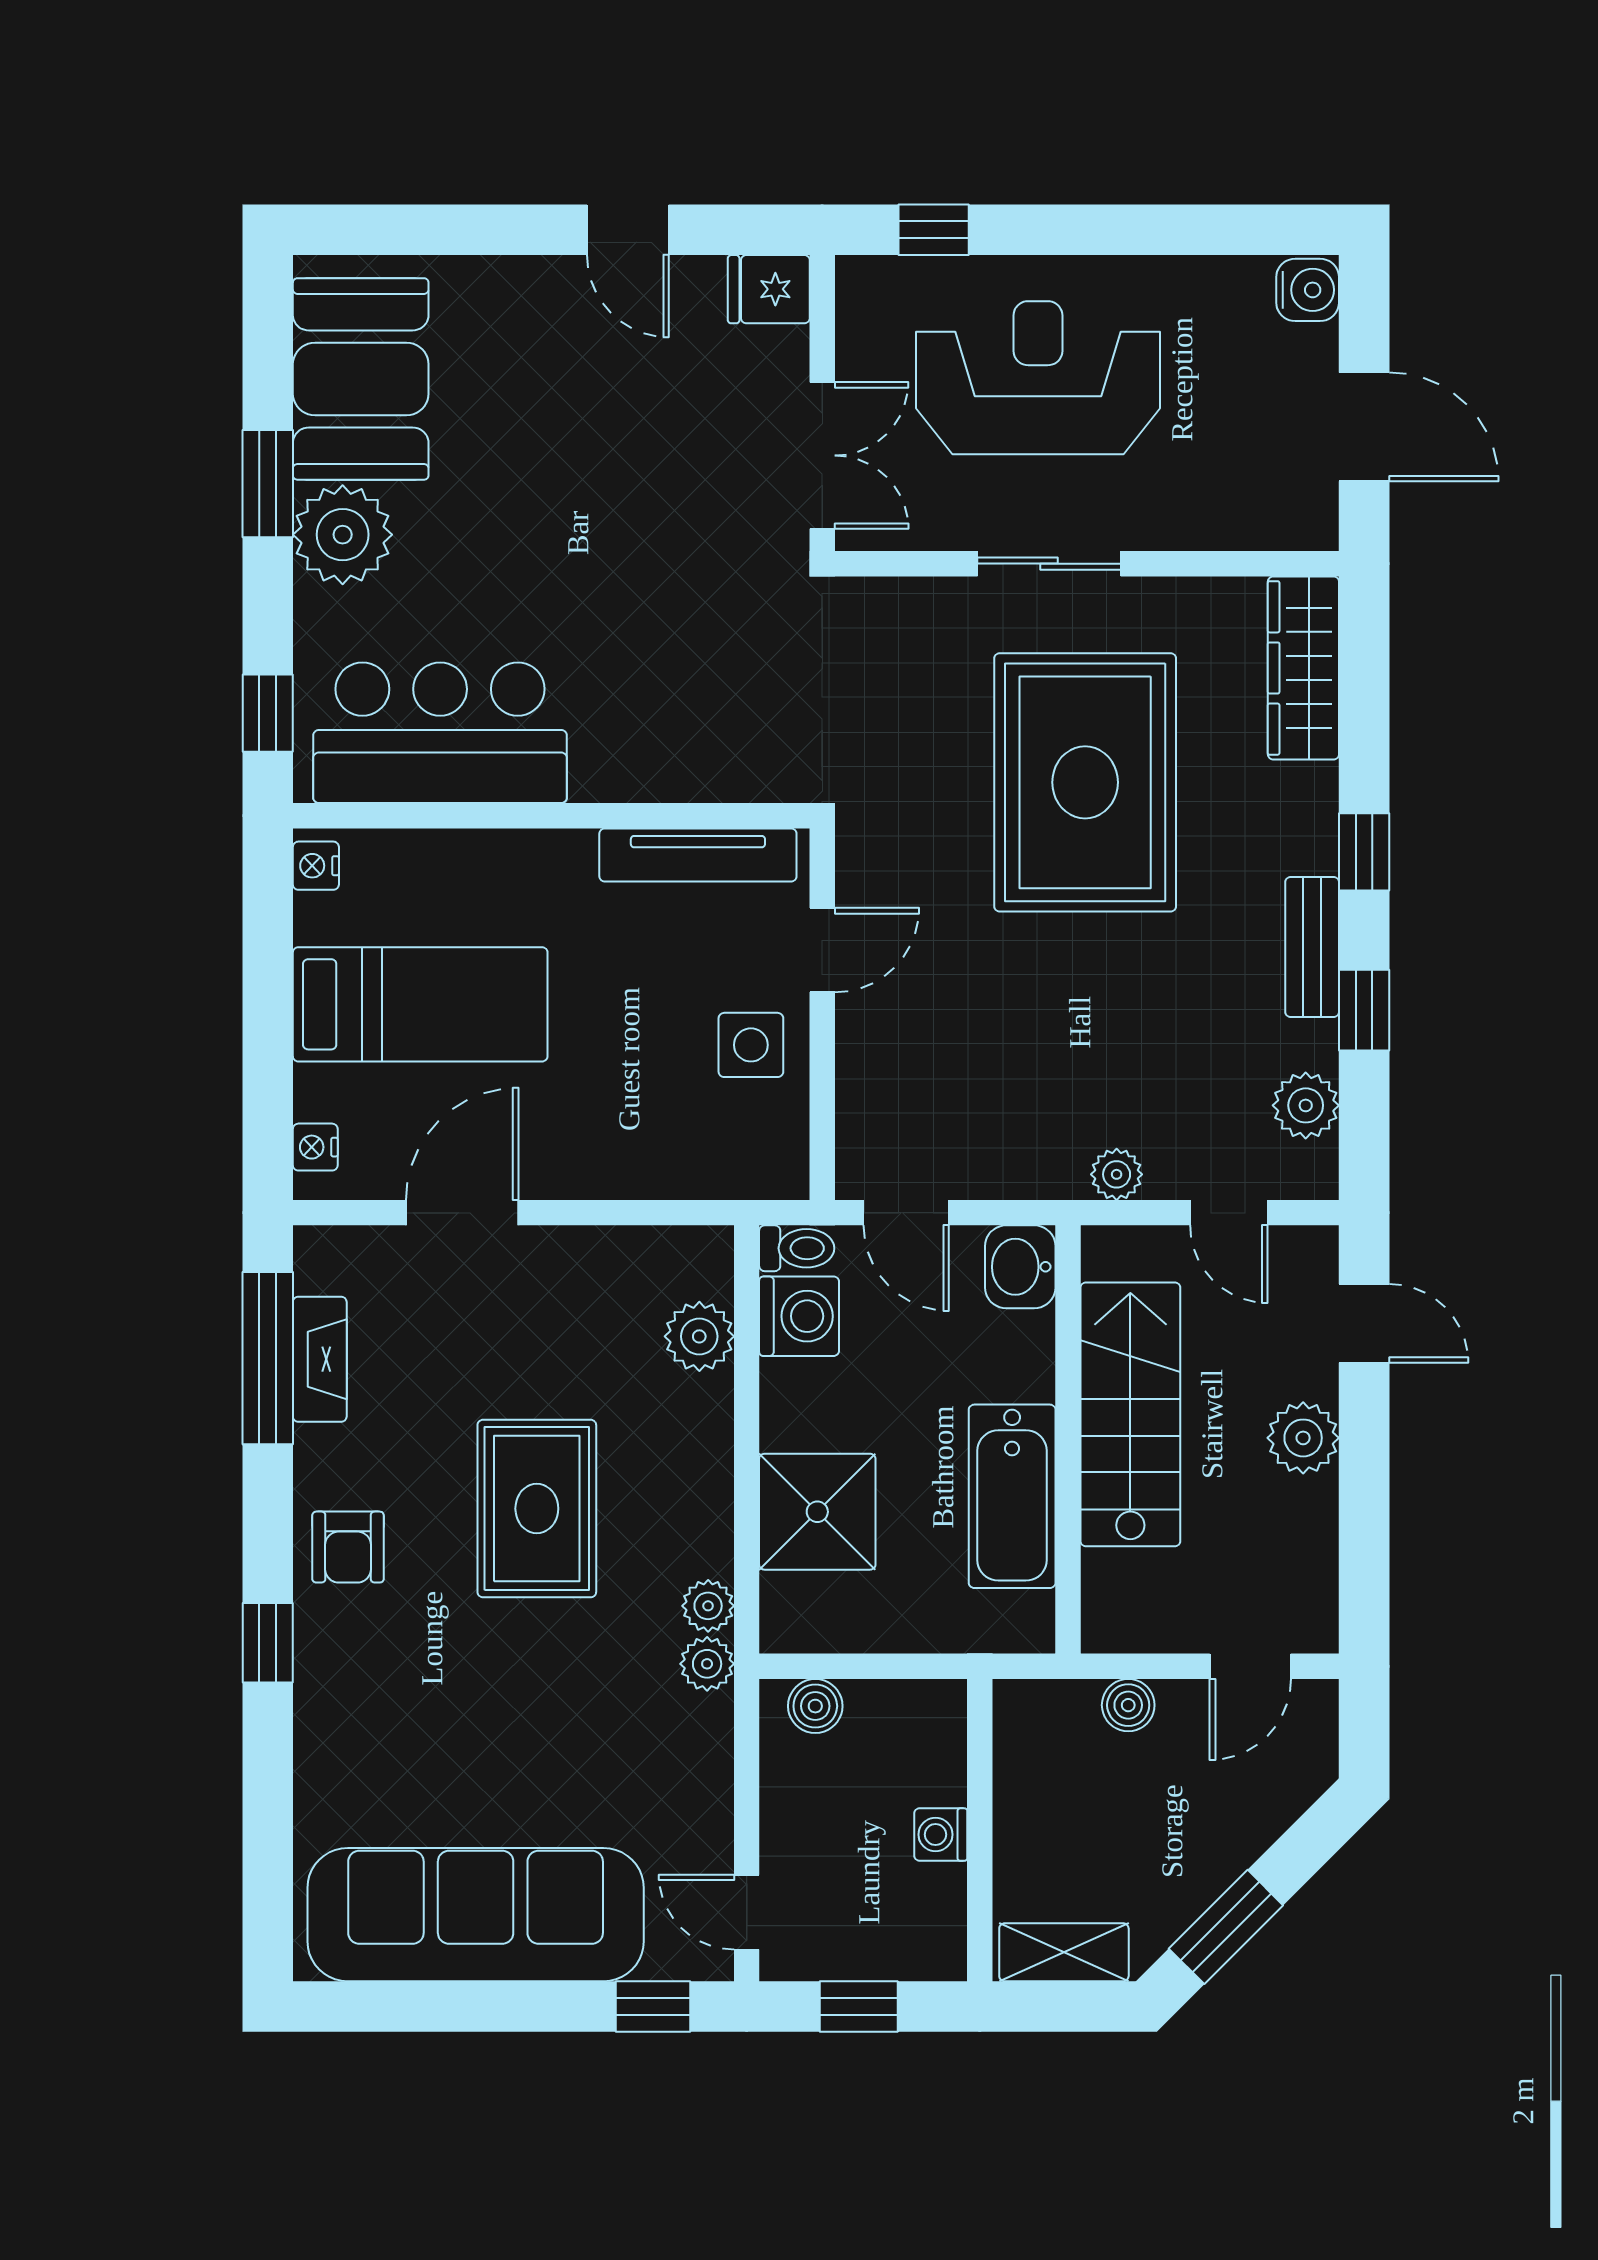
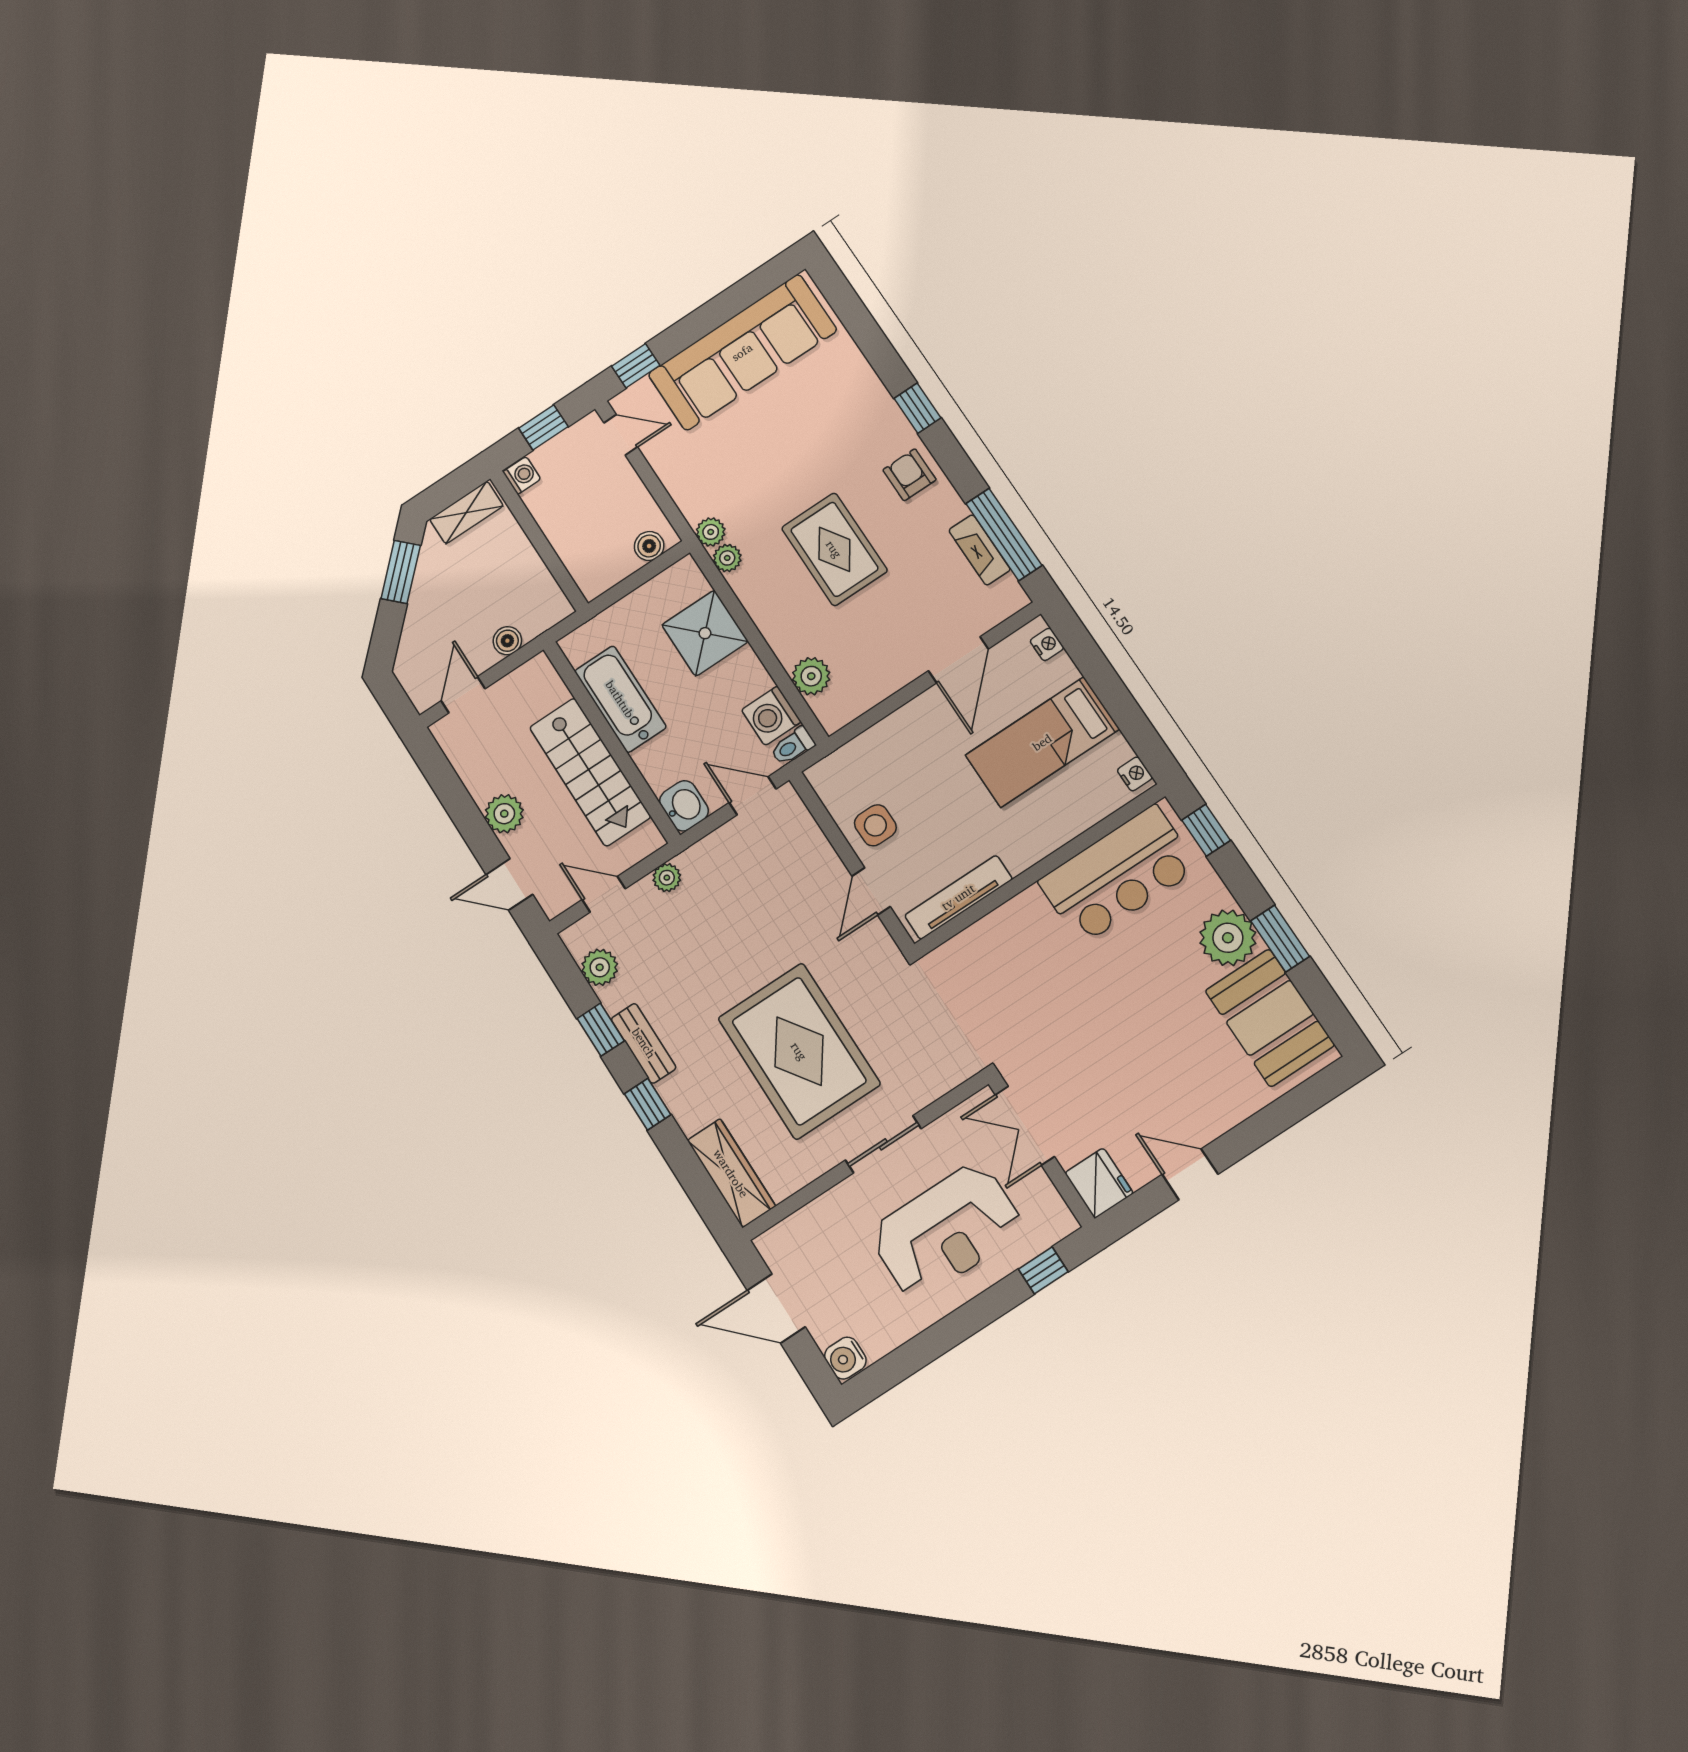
fridge: (769, 289) -> (1099, 1183), width x1.38
washing machine: (941, 1835) -> (522, 475), moved

